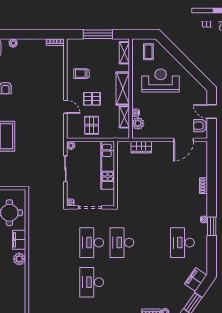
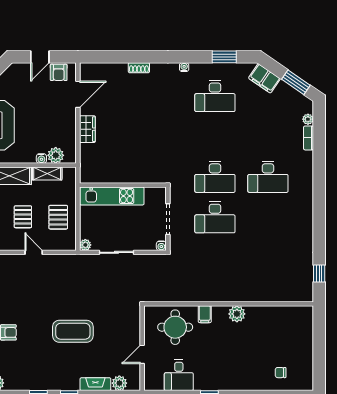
door: (65, 107) -> (34, 252), hinge flipped
pallet: (92, 125) -> (58, 217), turned 90
door: (184, 140) -> (78, 94), hinge flipped
wardrobe: (141, 147) -> (87, 129), moved
window: (212, 226) -> (224, 57), moved
filing cabinet: (19, 240) -> (205, 314), width x0.50
desk: (92, 282) -> (268, 177), moved

